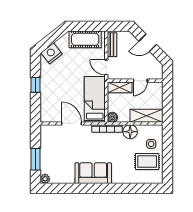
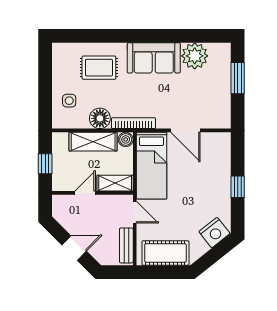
window: (168, 101) -> (45, 164), added
shelving: (147, 116) -> (93, 142), moved
rug: (147, 162) -> (99, 68), moved
plant: (45, 179) -> (195, 56), moved, width x1.88, depth x1.88

